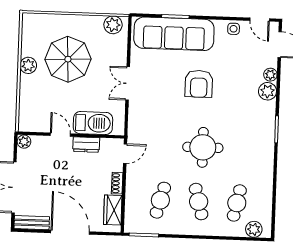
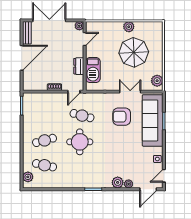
double door: (128, 83) -> (130, 92), moved
armchair: (199, 84) -> (122, 117), moved
door: (60, 135) -> (85, 39), moved
door: (125, 154) -> (74, 92), hinge flipped
cafe table: (160, 200) -> (82, 116), moved
wardrobe: (113, 210) -> (37, 85), removed

